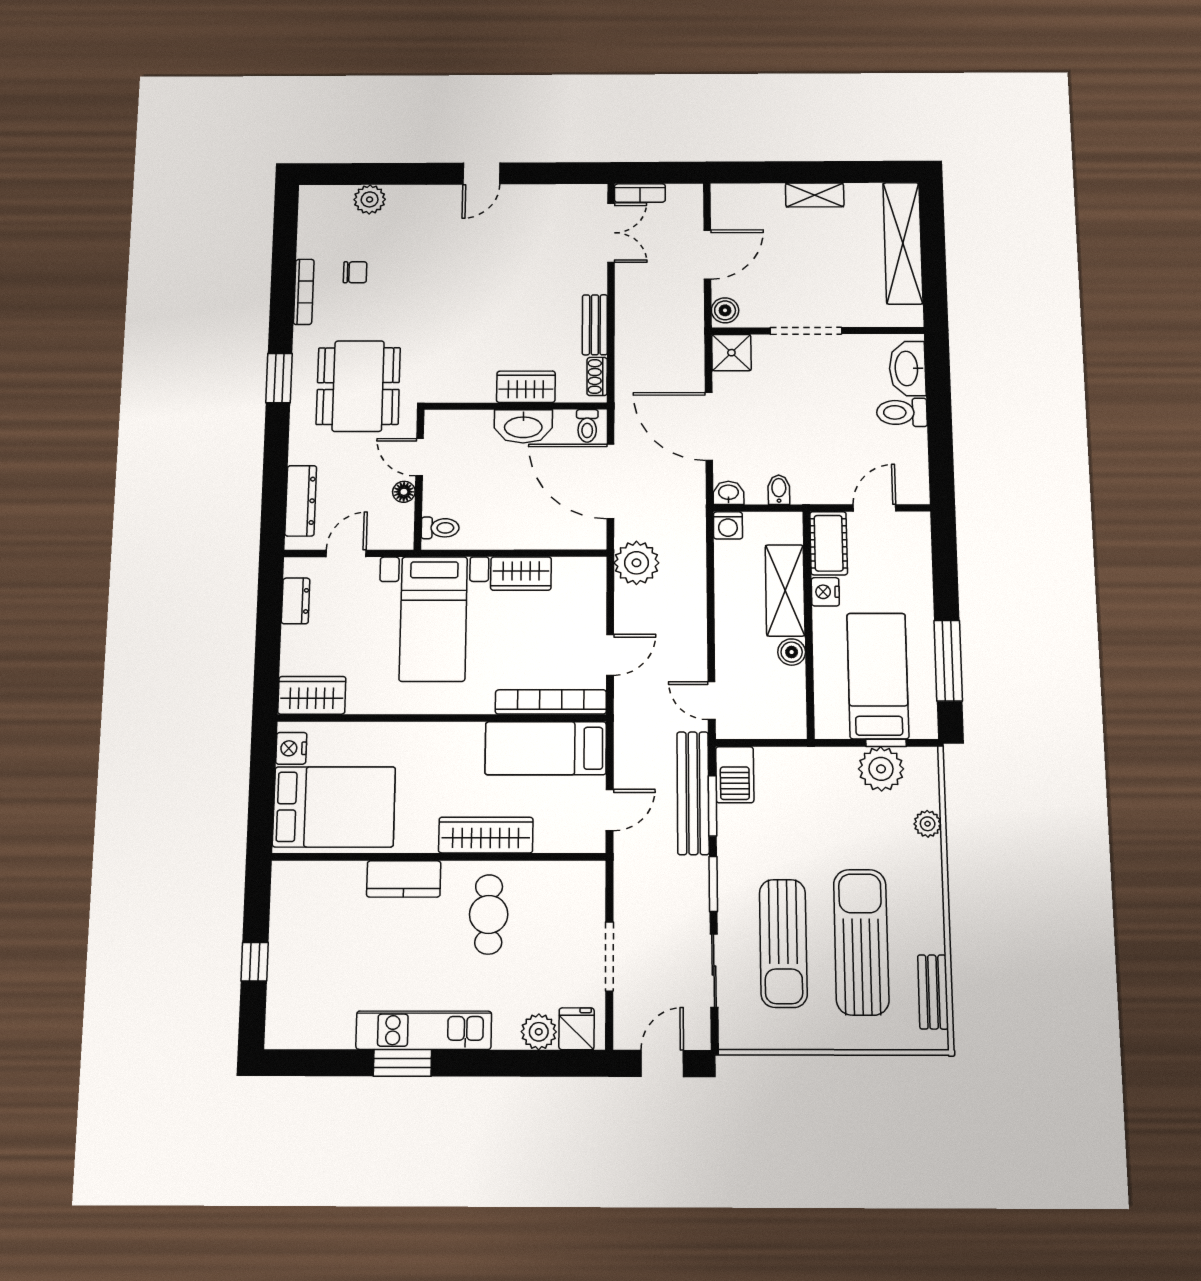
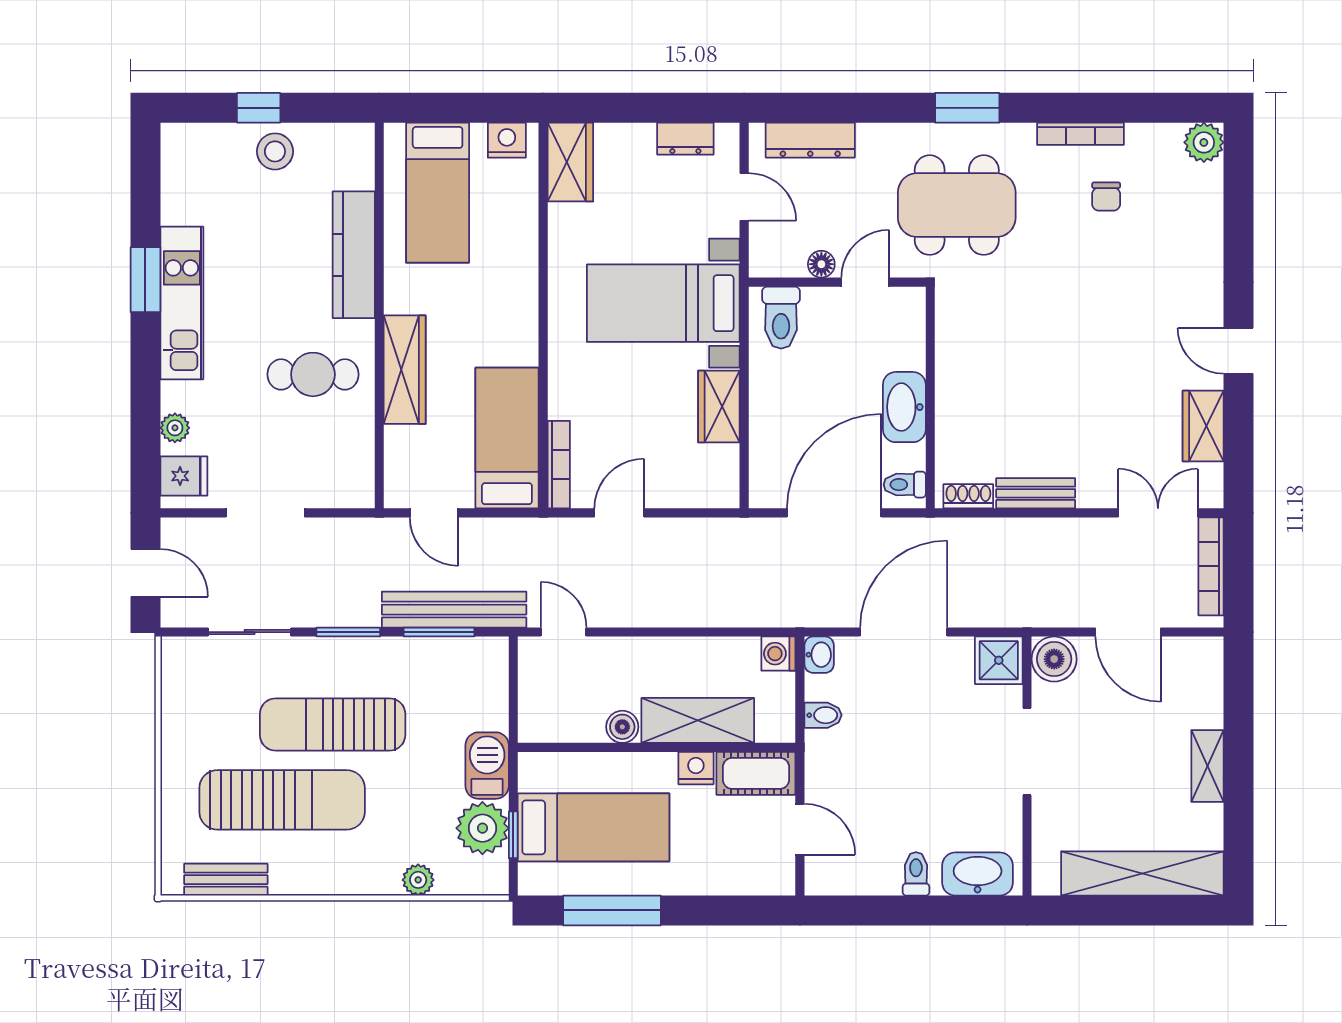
bookcase: (640, 193) -> (1211, 566), width x1.56
plant: (370, 199) -> (1204, 142), moved
double door: (611, 233) -> (1158, 513), swing flipped
boiler: (725, 310) -> (1054, 659), width x1.36, depth x1.36
wardrobe: (526, 387) -> (1203, 426), moved, turned 180
toilet: (902, 412) -> (916, 874), width x0.73, depth x0.72
toilet: (440, 528) -> (781, 318), width x1.37, depth x1.39
plant: (636, 563) -> (732, 544), removed
door: (610, 655) -> (619, 513), swing flipped
door: (712, 701) -> (564, 632), hinge flipped
bookcase: (551, 702) -> (559, 465), width x0.68, depth x0.76
barbecue: (735, 775) -> (487, 766), moved, turned 90
bed: (334, 807) -> (438, 193), width x0.67
kitchen counter: (404, 879) -> (354, 255), width x1.50
sun lounger: (783, 943) -> (333, 724), moved
stool: (293, 947) -> (275, 151), added
plant: (539, 1032) -> (175, 428), width x0.73, depth x0.73

